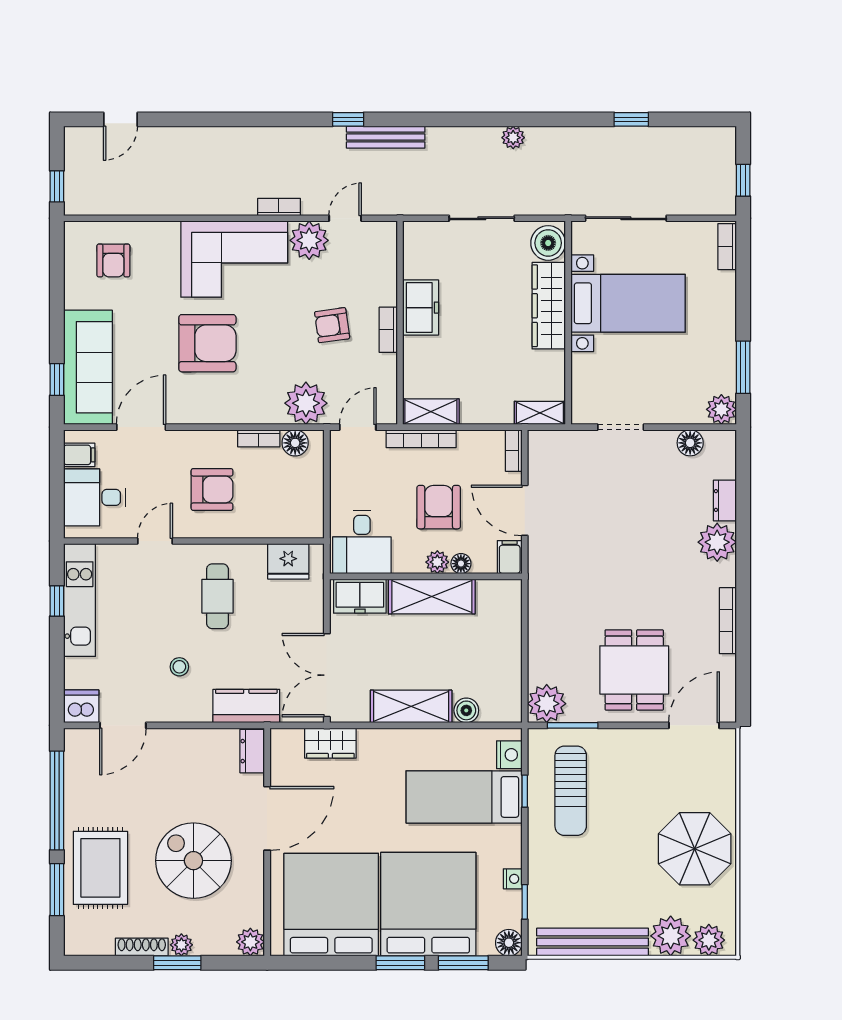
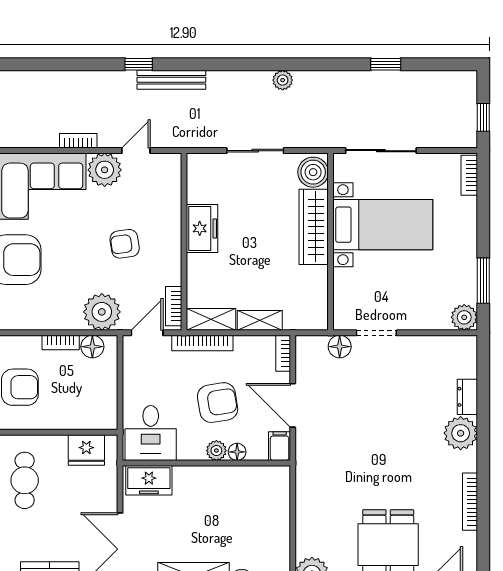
bookcase: (388, 330) -> (174, 306), moved
shelving: (540, 413) -> (260, 320), moved
floor lamp: (690, 443) -> (340, 347), moved
armchair: (439, 507) -> (218, 403), turned 81
shelving: (432, 596) -> (212, 480), removed

